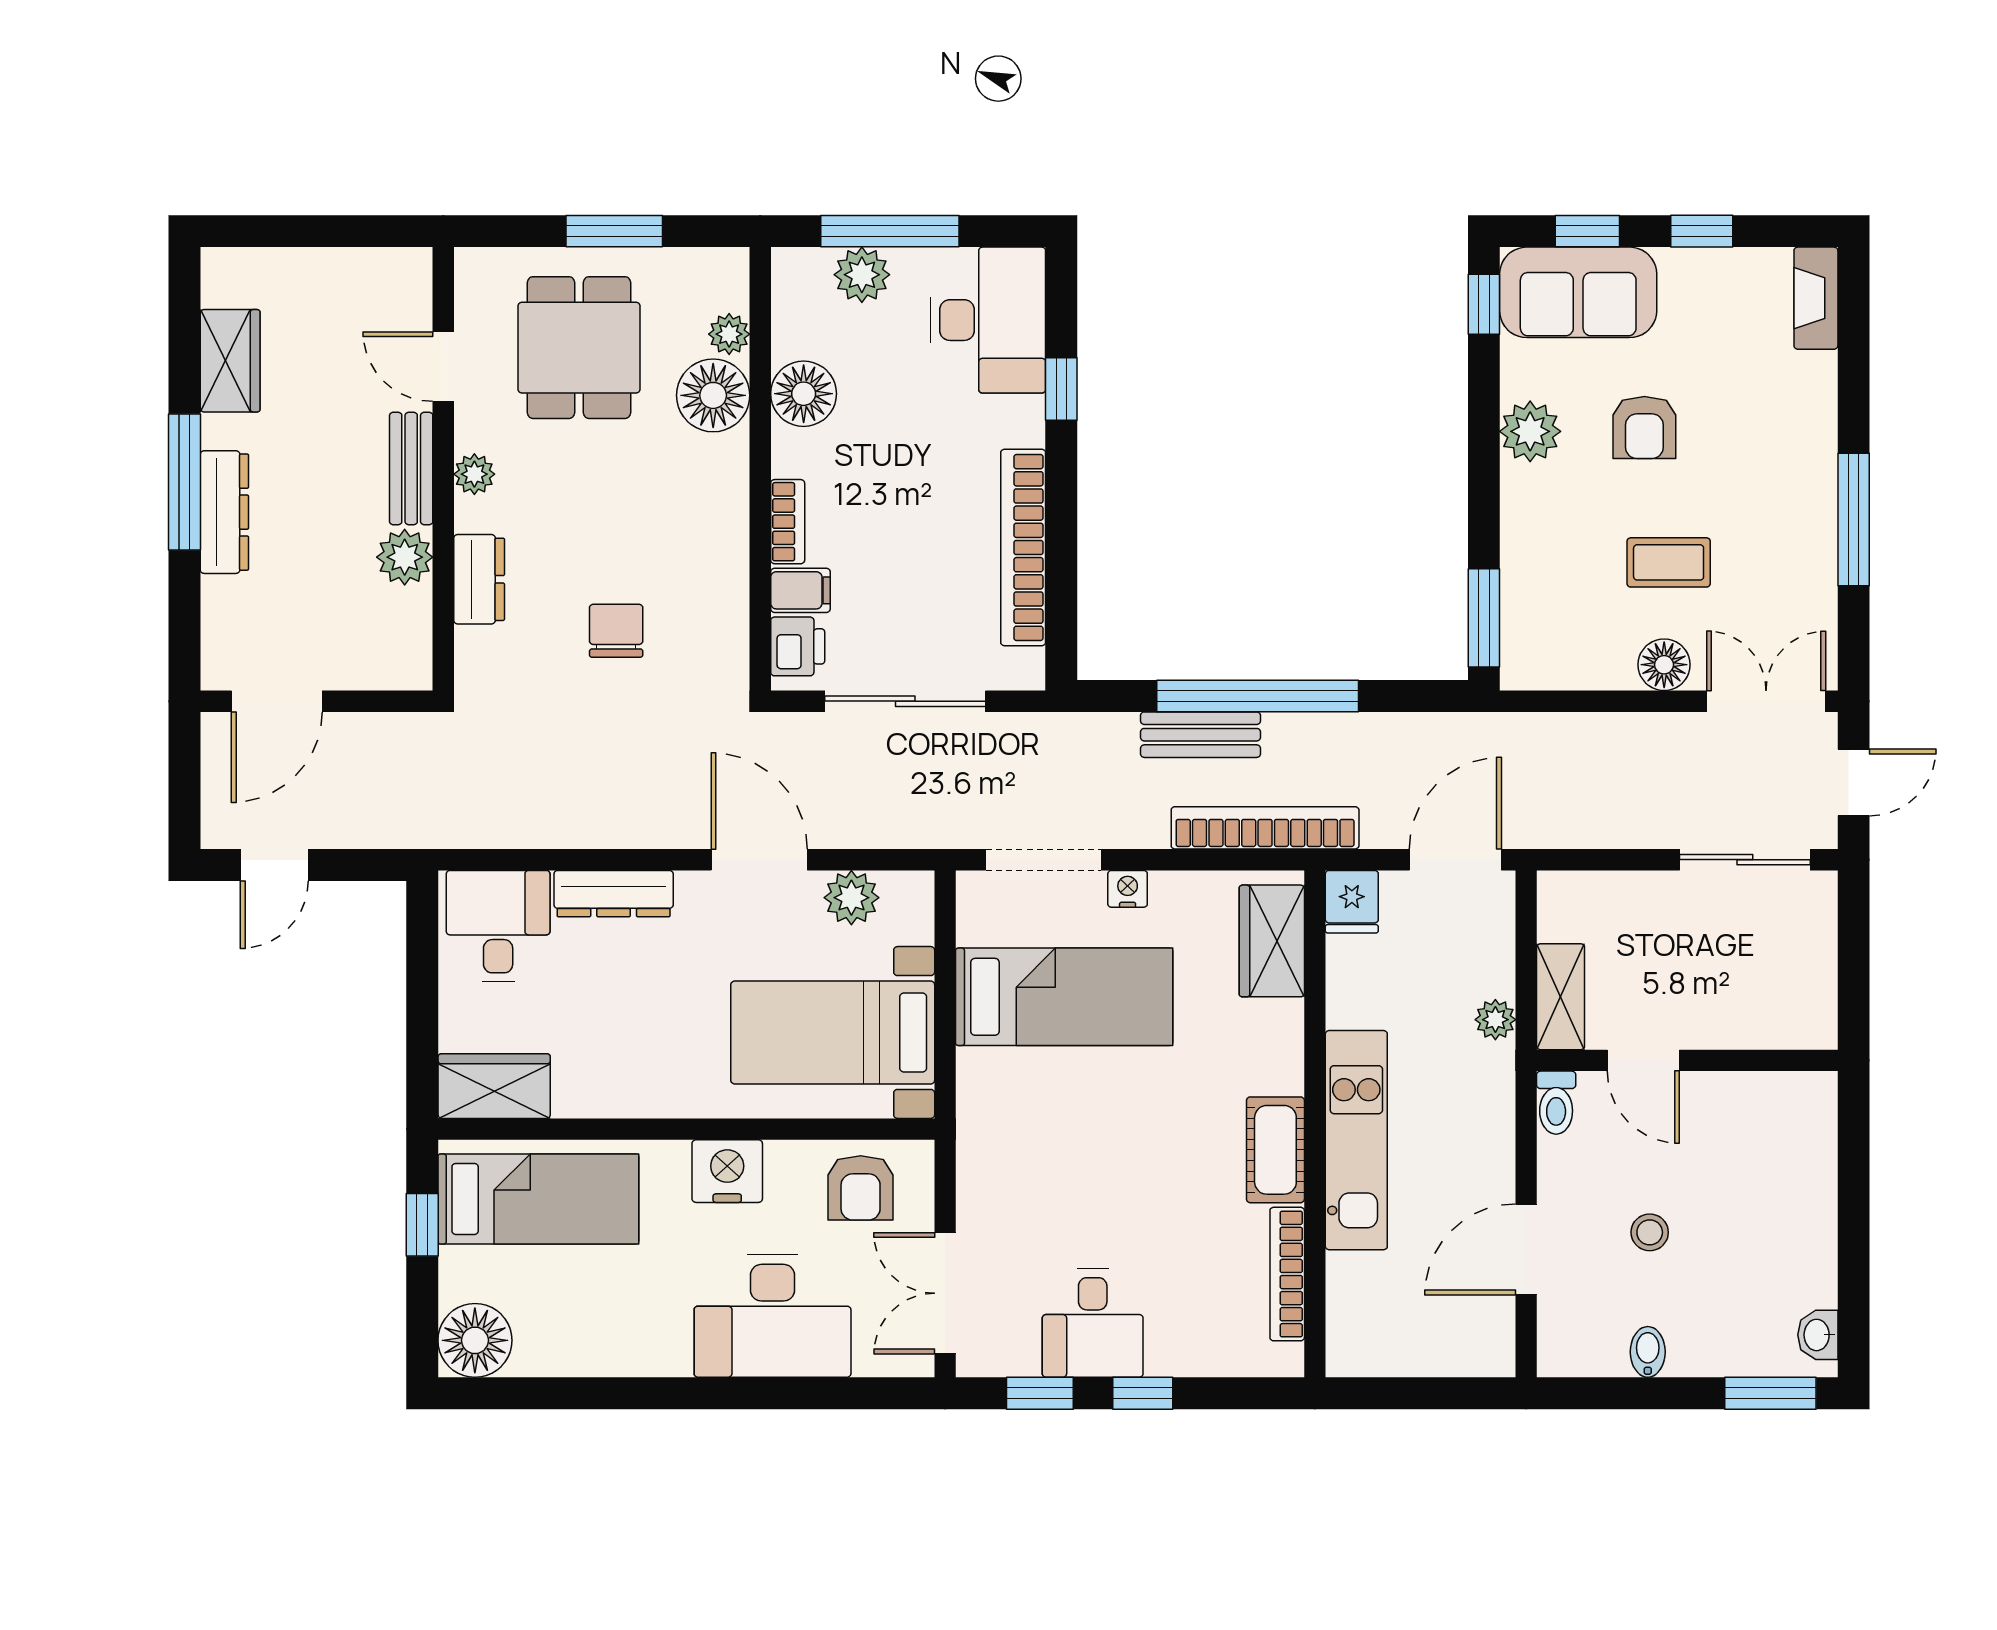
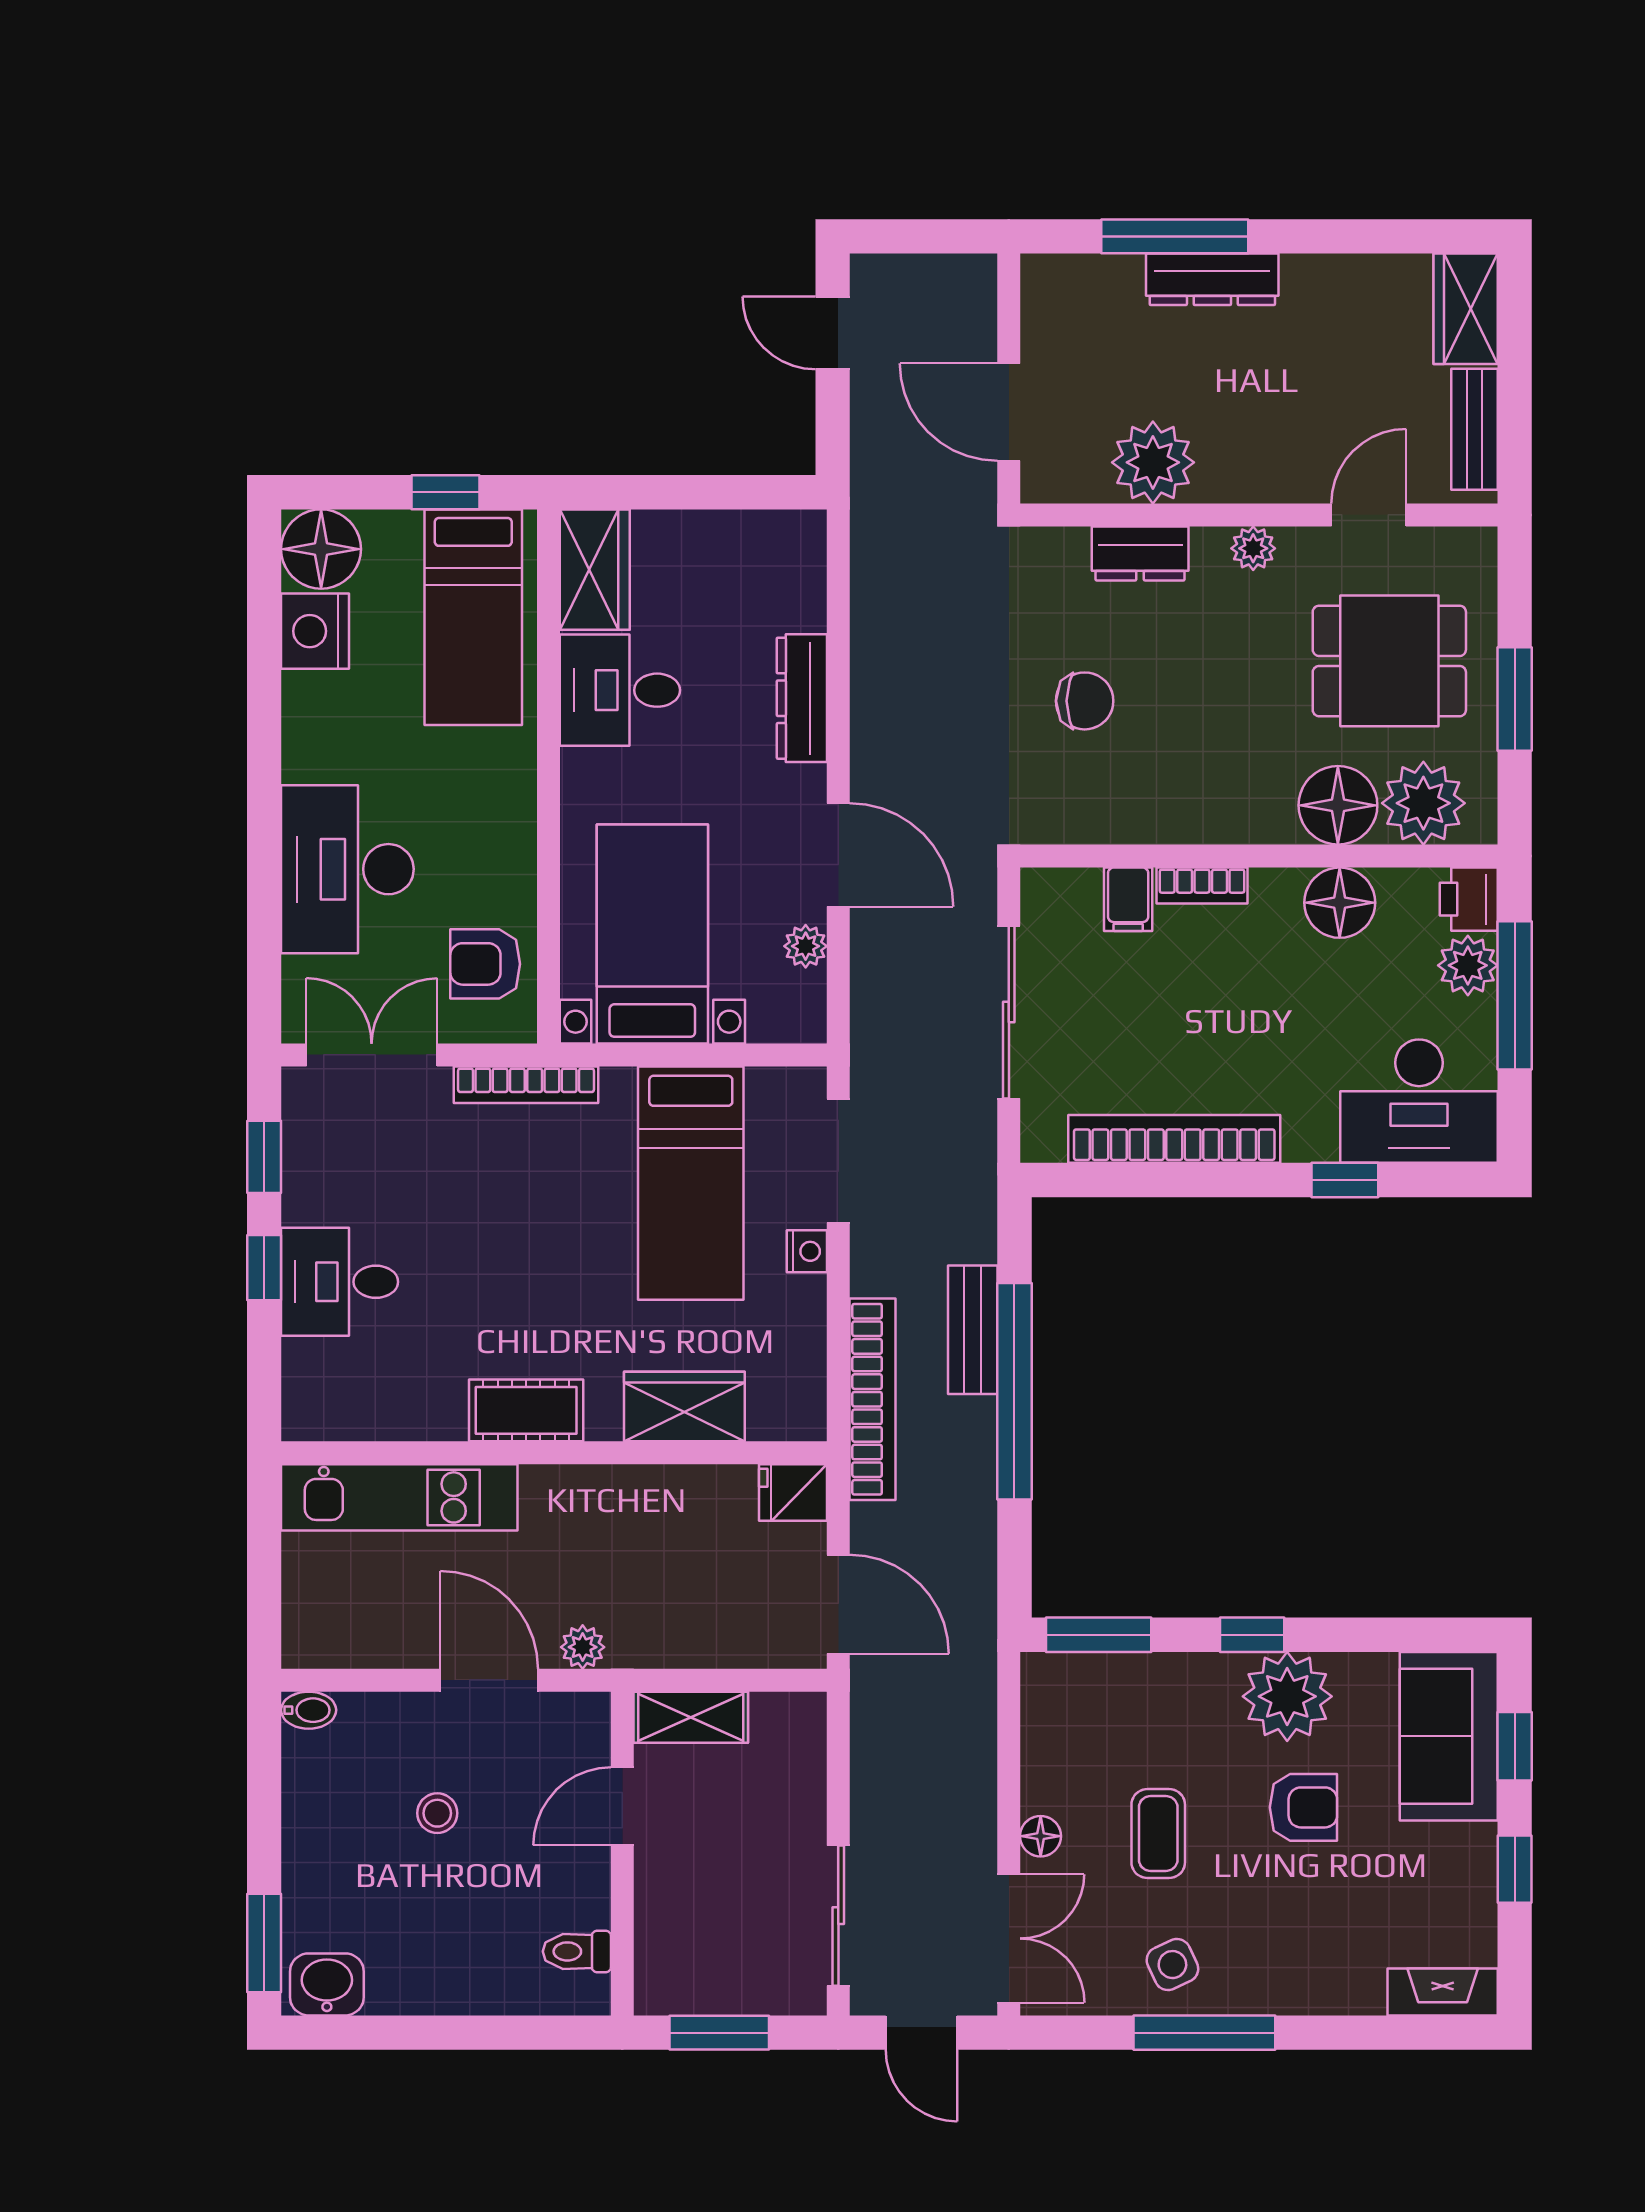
window: (1484, 304) -> (1252, 1635), moved
plant: (729, 334) -> (1423, 803), width x1.88, depth x1.88
wardrobe: (230, 361) -> (1466, 309), moved, turned 90
armchair: (1644, 427) -> (1303, 1807), turned 180
plant: (1530, 431) -> (1287, 1696), width x1.36, depth x1.36
bench: (411, 469) -> (1474, 429), moved, turned 90
window: (184, 482) -> (1175, 236), moved
side table: (1790, 549) -> (1172, 1965), added
plant: (405, 557) -> (1153, 462), width x1.36, depth x1.36
printer: (798, 646) -> (1469, 899), moved, turned 90
floor lamp: (1664, 665) -> (1041, 1836), width x0.73, depth x0.73
door: (277, 701) -> (1009, 412), moved
door: (759, 860) -> (838, 855), hinge flipped
plant: (851, 898) -> (806, 946), width x0.73, depth x0.73
desk: (498, 926) -> (620, 690), moved, turned 180
wardrobe: (1272, 941) -> (684, 1406), moved
window: (1854, 970) -> (719, 2033), added
plant: (1495, 1020) -> (583, 1647), moved
toilet: (1556, 1103) -> (577, 1951), moved
kitchen unit: (1356, 1140) -> (399, 1497), moved
nightstand: (727, 1171) -> (315, 631), moved, turned 180
door: (1526, 1249) -> (489, 1680), moved
bookcase: (1287, 1274) -> (526, 1085), moved, turned 180
desk: (1093, 1323) -> (340, 1282), moved
washbasin: (1818, 1335) -> (327, 1984), width x1.38, depth x1.45
bidet: (1648, 1352) -> (309, 1710), moved

